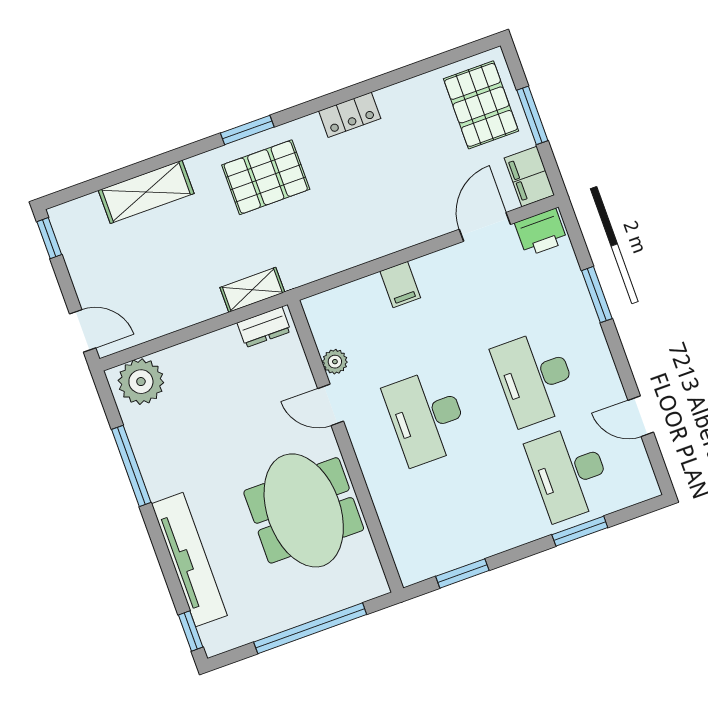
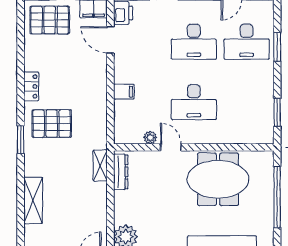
pallet: (266, 177) -> (52, 124), moved, turned 90
dresser: (264, 327) -> (121, 172), width x1.44
door: (331, 405) -> (171, 147), swing flipped

